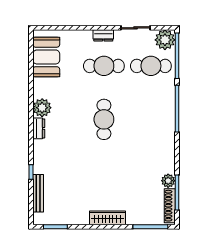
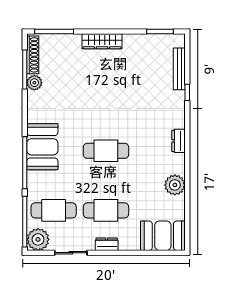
booth: (46, 57) -> (163, 236), moved, turned 90
plant: (42, 108) -> (175, 185), moved
cafe table: (104, 119) -> (106, 151), turned 90
booth: (161, 123) -> (42, 147), added

